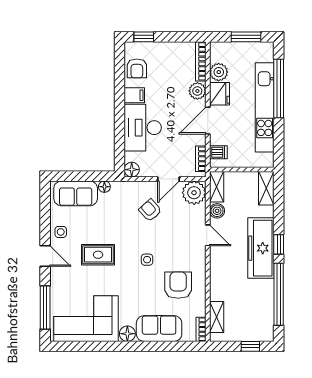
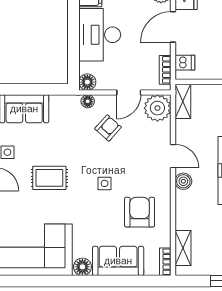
floor lamp: (104, 187) -> (88, 101), moved
armchair: (150, 210) -> (108, 128), turned 84
boiler: (217, 211) -> (183, 181), moved

